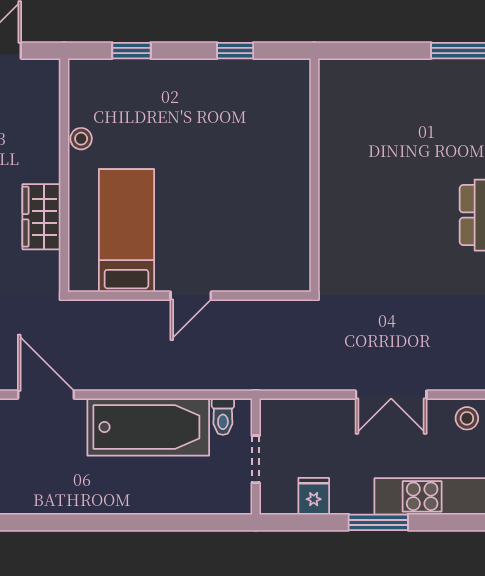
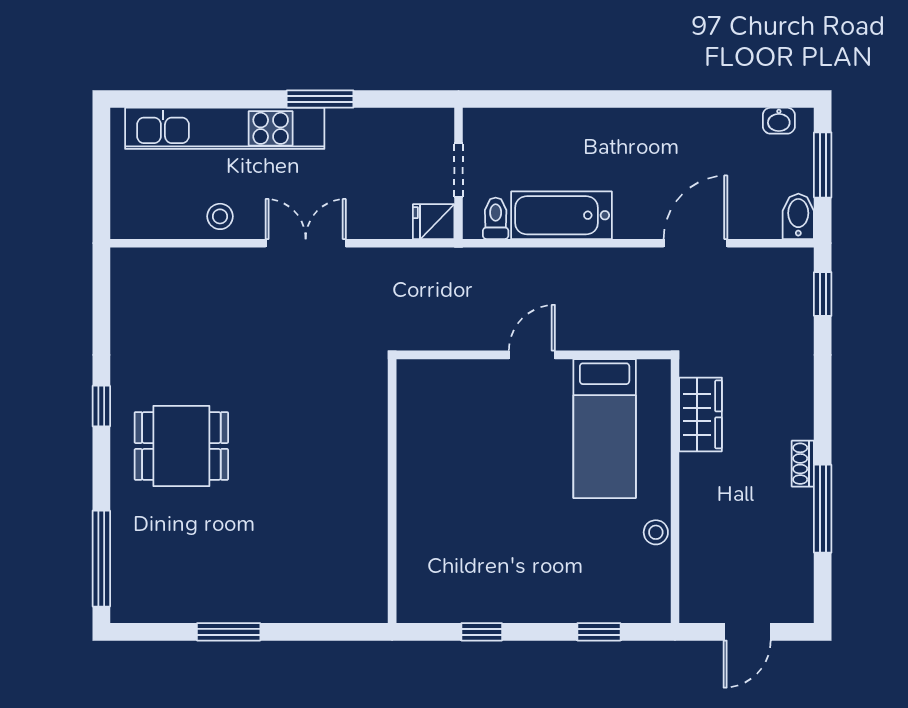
wardrobe: (41, 217) -> (701, 414), moved
door: (46, 395) -> (695, 243), swing flipped
bathtub: (148, 427) -> (562, 215), width x0.73, depth x0.73
fridge: (314, 496) -> (434, 222), moved, turned 90

